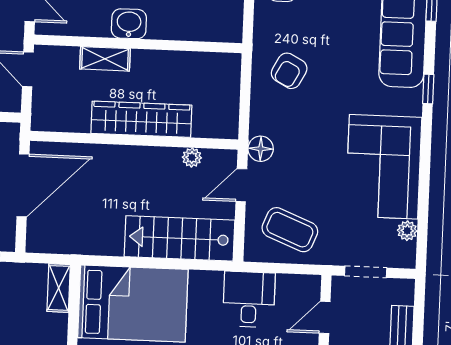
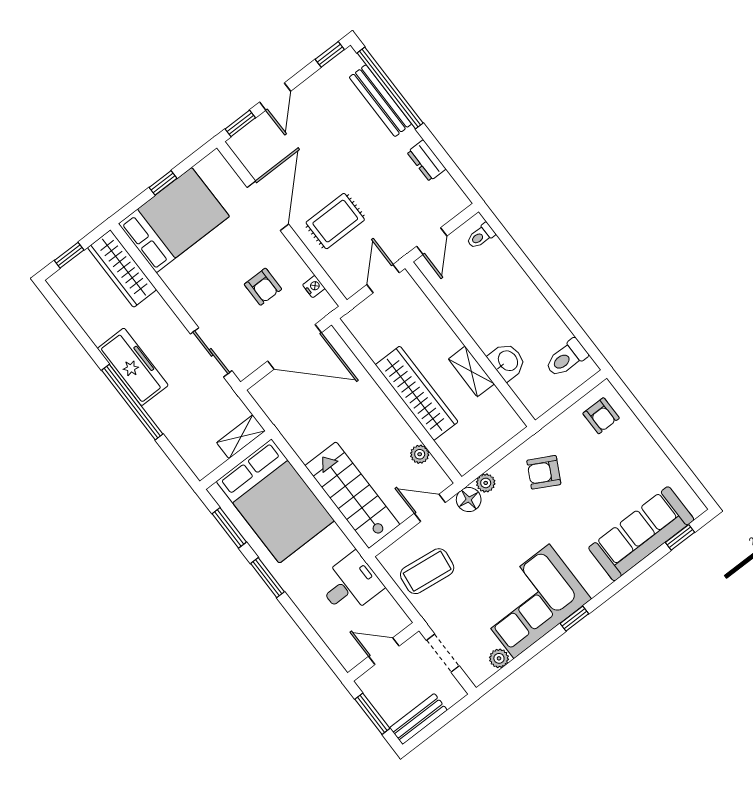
washbasin: (129, 24) -> (507, 361), moved
shelving: (105, 59) -> (471, 371), moved
window: (428, 89) -> (574, 619), moved
plant: (259, 124) -> (486, 483), added
coffee table: (290, 230) -> (427, 571), turned 75

